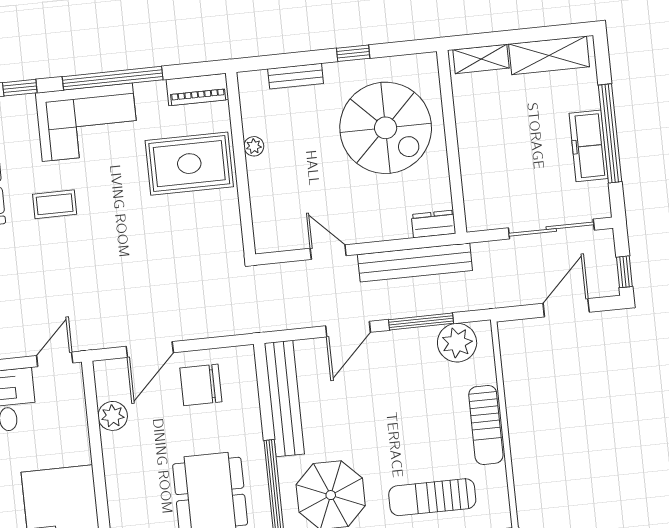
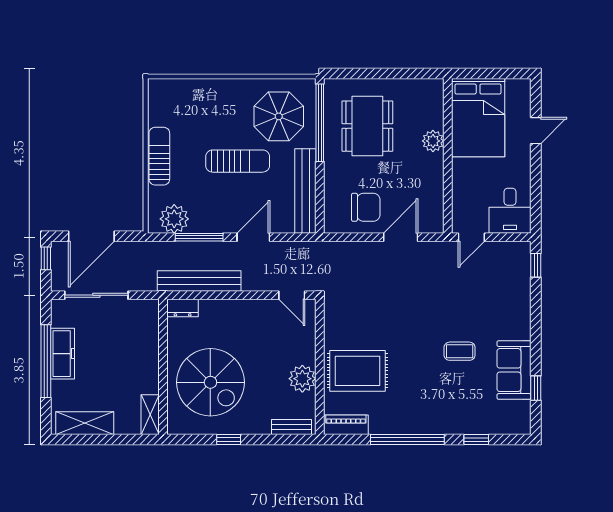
shelving: (481, 59) -> (150, 415), moved, turned 90
bench: (296, 76) -> (292, 427), moved
corner sofa: (87, 122) -> (429, 409), removed
spiral stairs: (386, 128) -> (210, 382), turned 180
plant: (254, 146) -> (302, 379), width x1.87, depth x1.87
door: (328, 252) -> (292, 295), moved
door: (566, 308) -> (91, 236), width x1.36
plant: (113, 416) -> (433, 141), moved
sun lounger: (432, 497) -> (238, 161), moved

